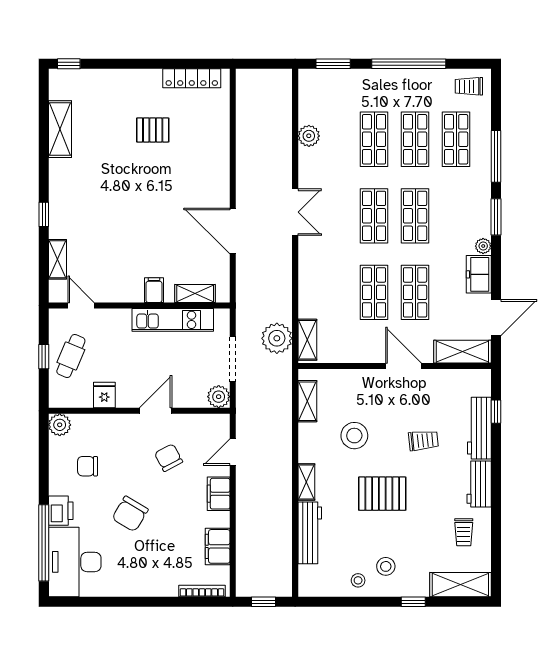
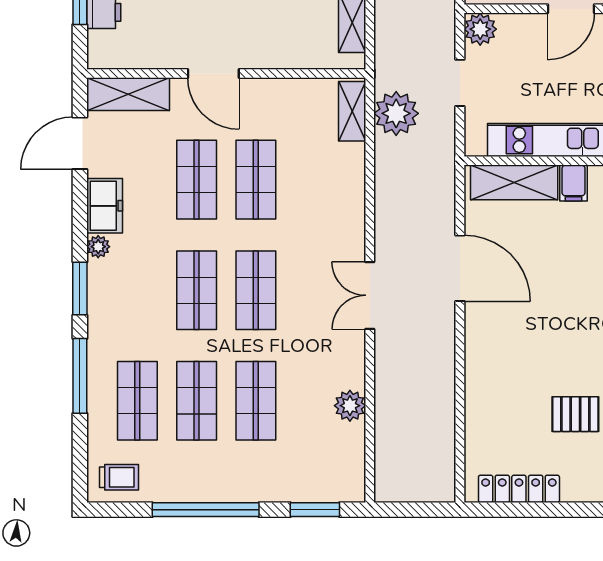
shelving: (195, 294) -> (514, 182), width x1.50, depth x1.33
doorway: (233, 359) -> (460, 83), width x0.73

